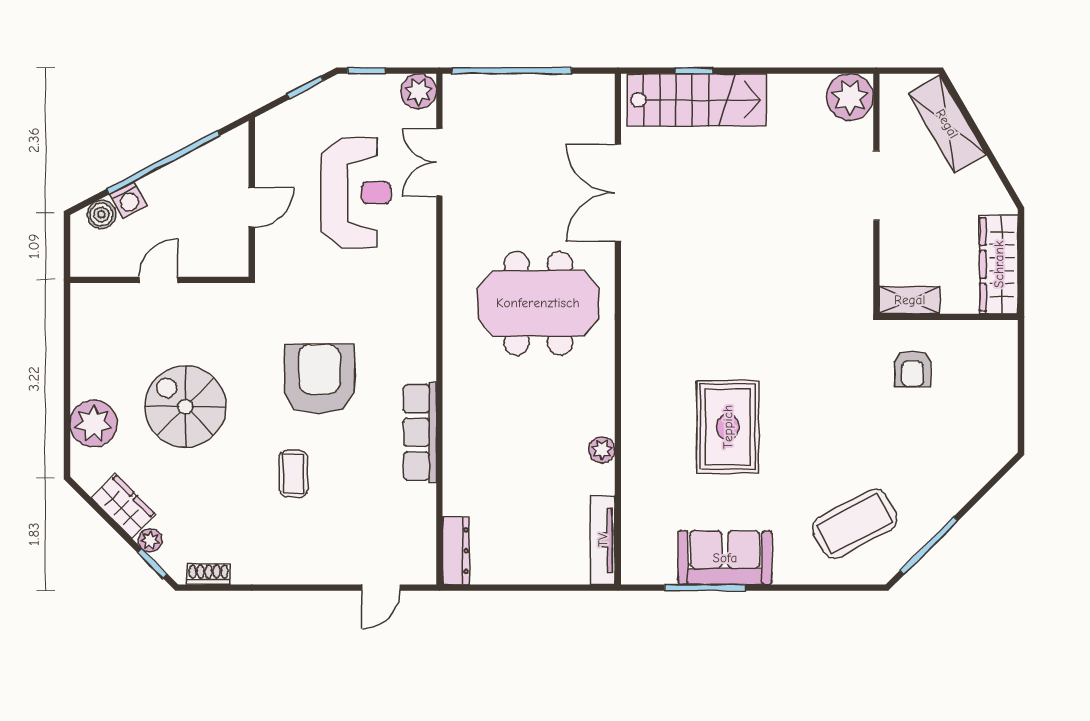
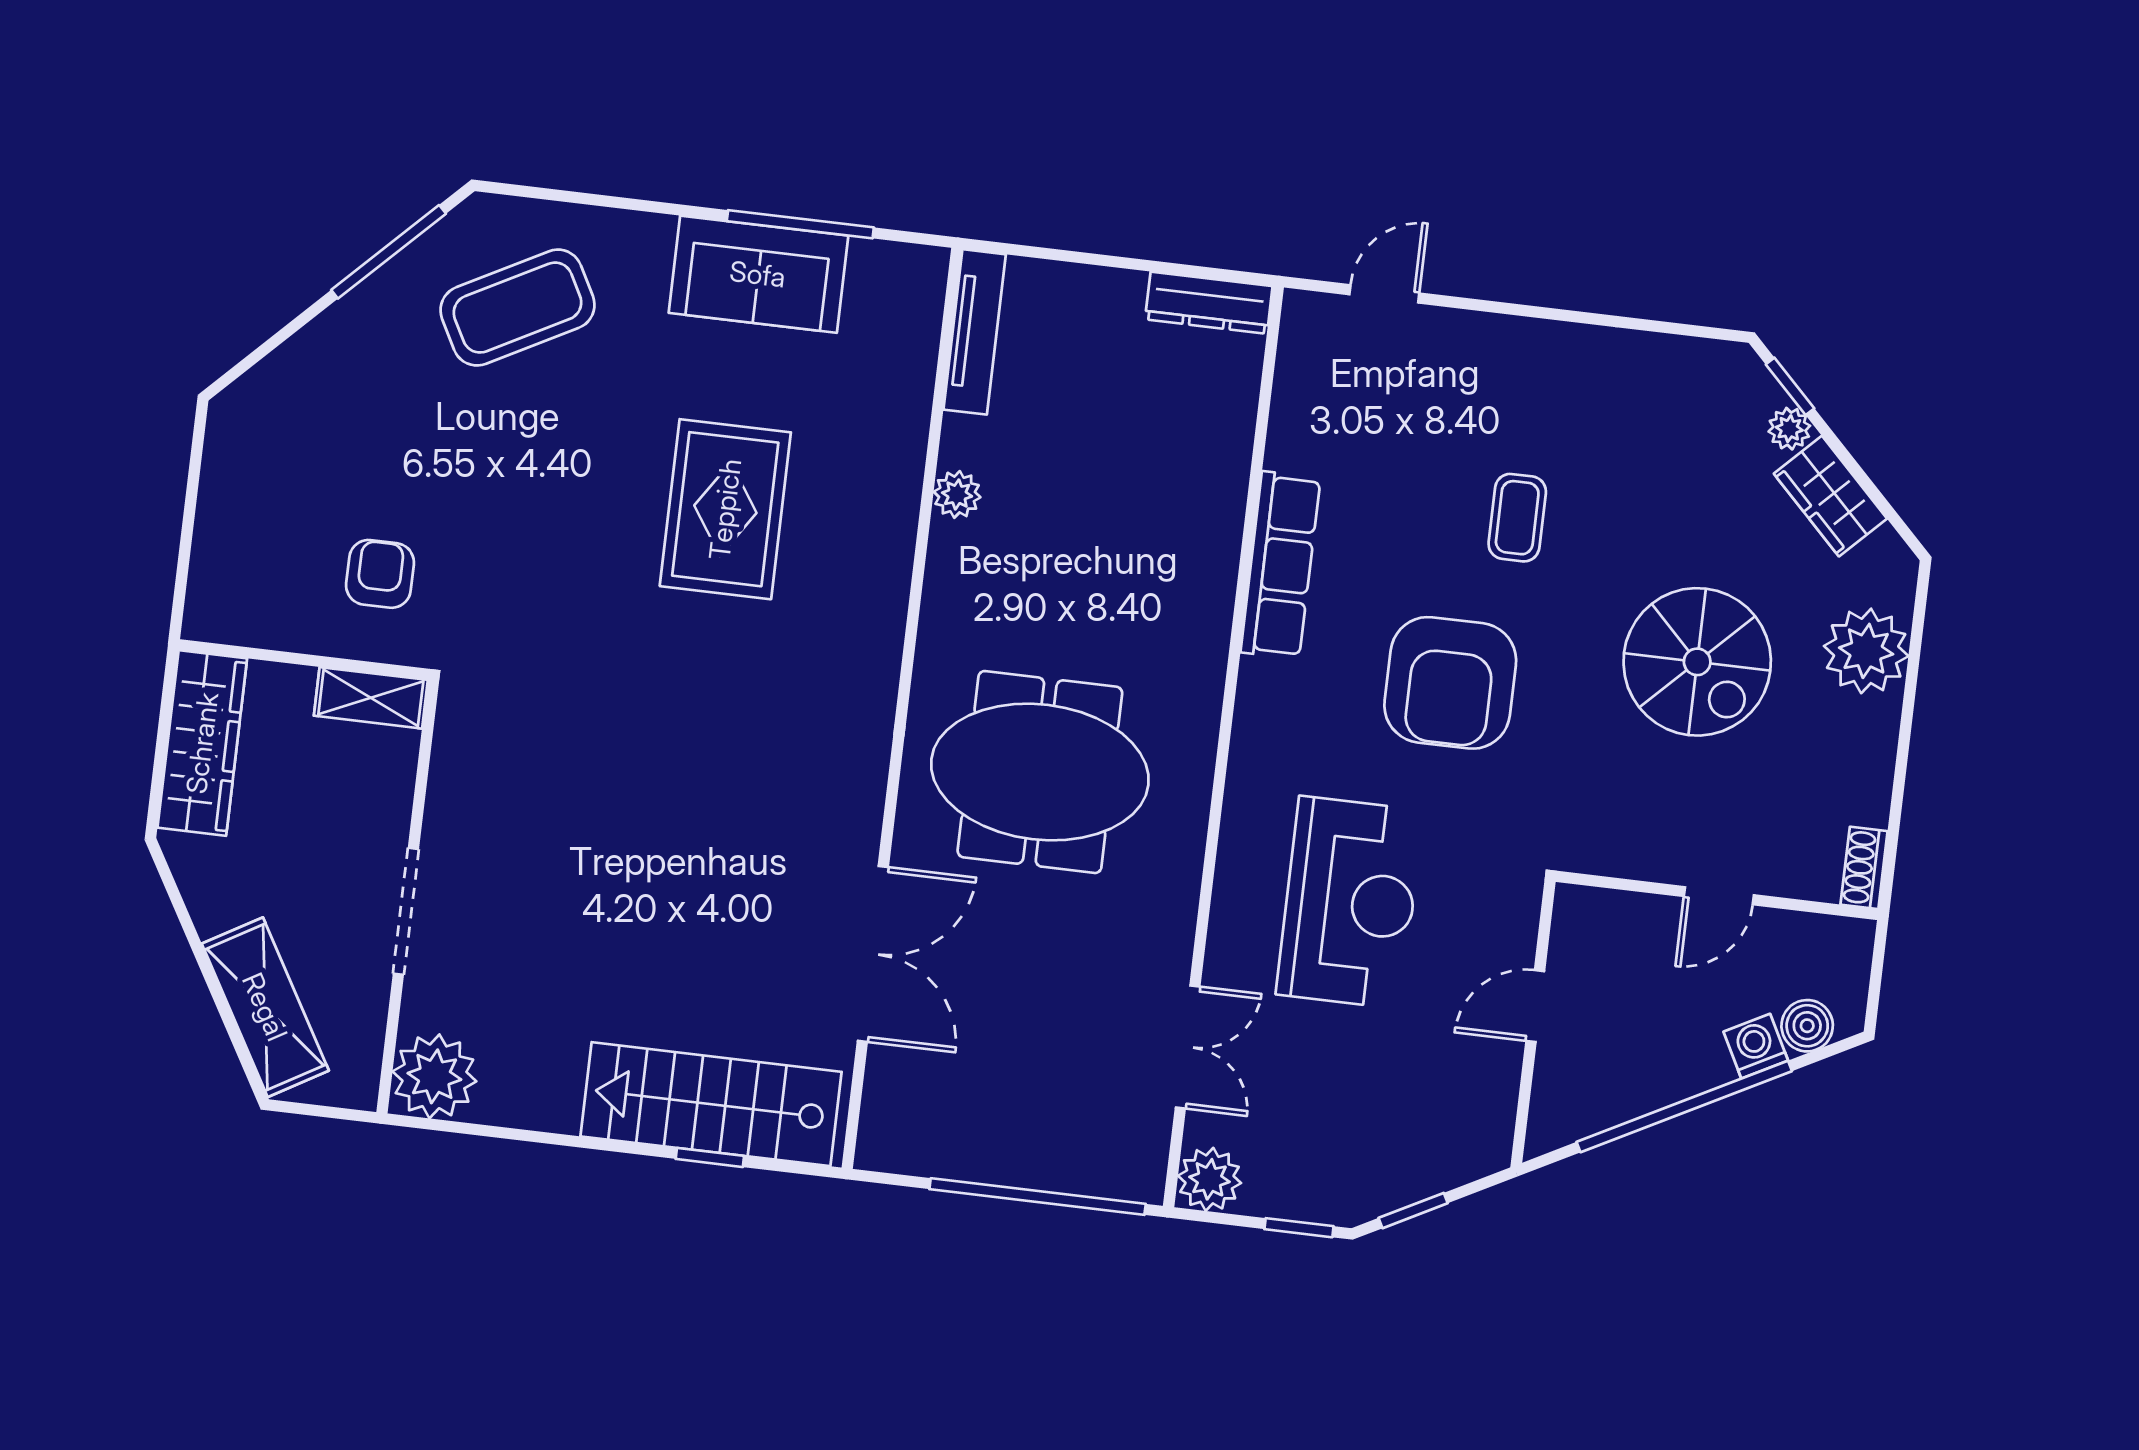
reception desk: (356, 193) -> (1350, 902), moved, turned 180
dresser: (456, 551) -> (1209, 303), moved, turned -90
shoe rack: (209, 574) -> (1864, 868), moved, turned 90

